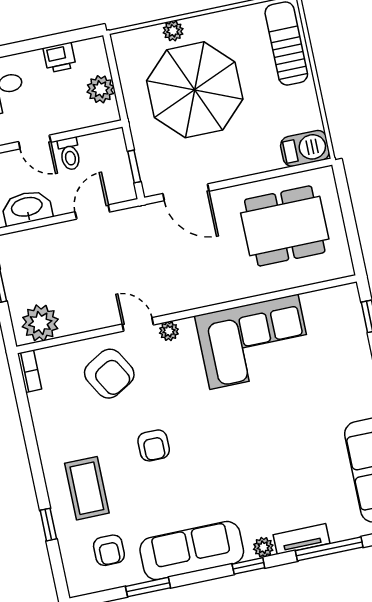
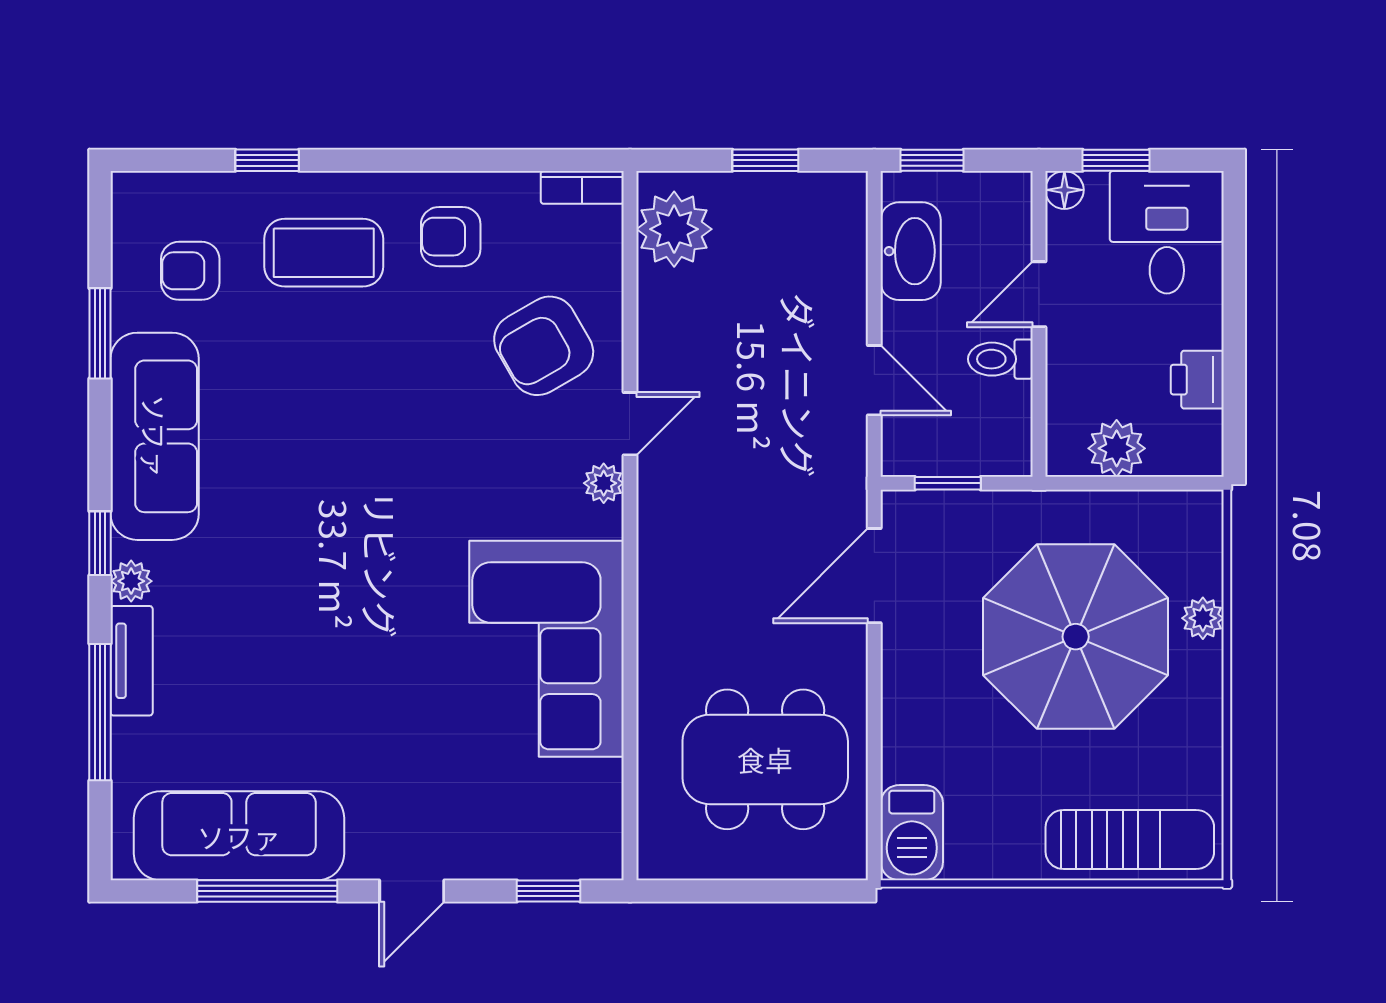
dining table: (285, 226) -> (765, 759), turned 90
armchair: (154, 445) -> (451, 237), moved

